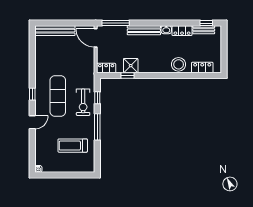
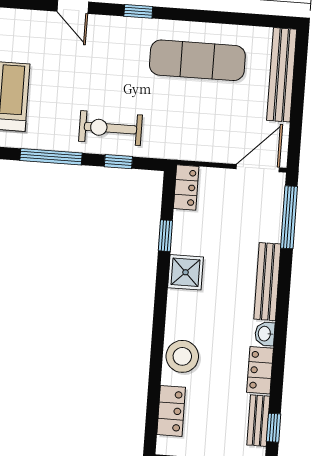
shower: (131, 66) -> (186, 272), moved
exercise mat: (58, 96) -> (197, 60), moved

